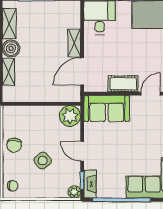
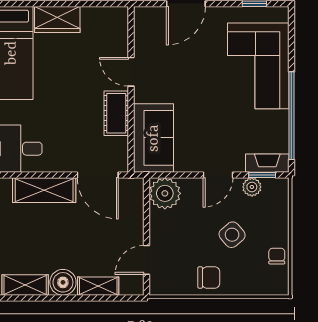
shelving: (74, 43) -> (44, 190), width x1.50, depth x1.33
door: (26, 104) -> (146, 260), added
chair: (13, 186) -> (277, 256), moved
plant: (74, 192) -> (252, 187), moved

